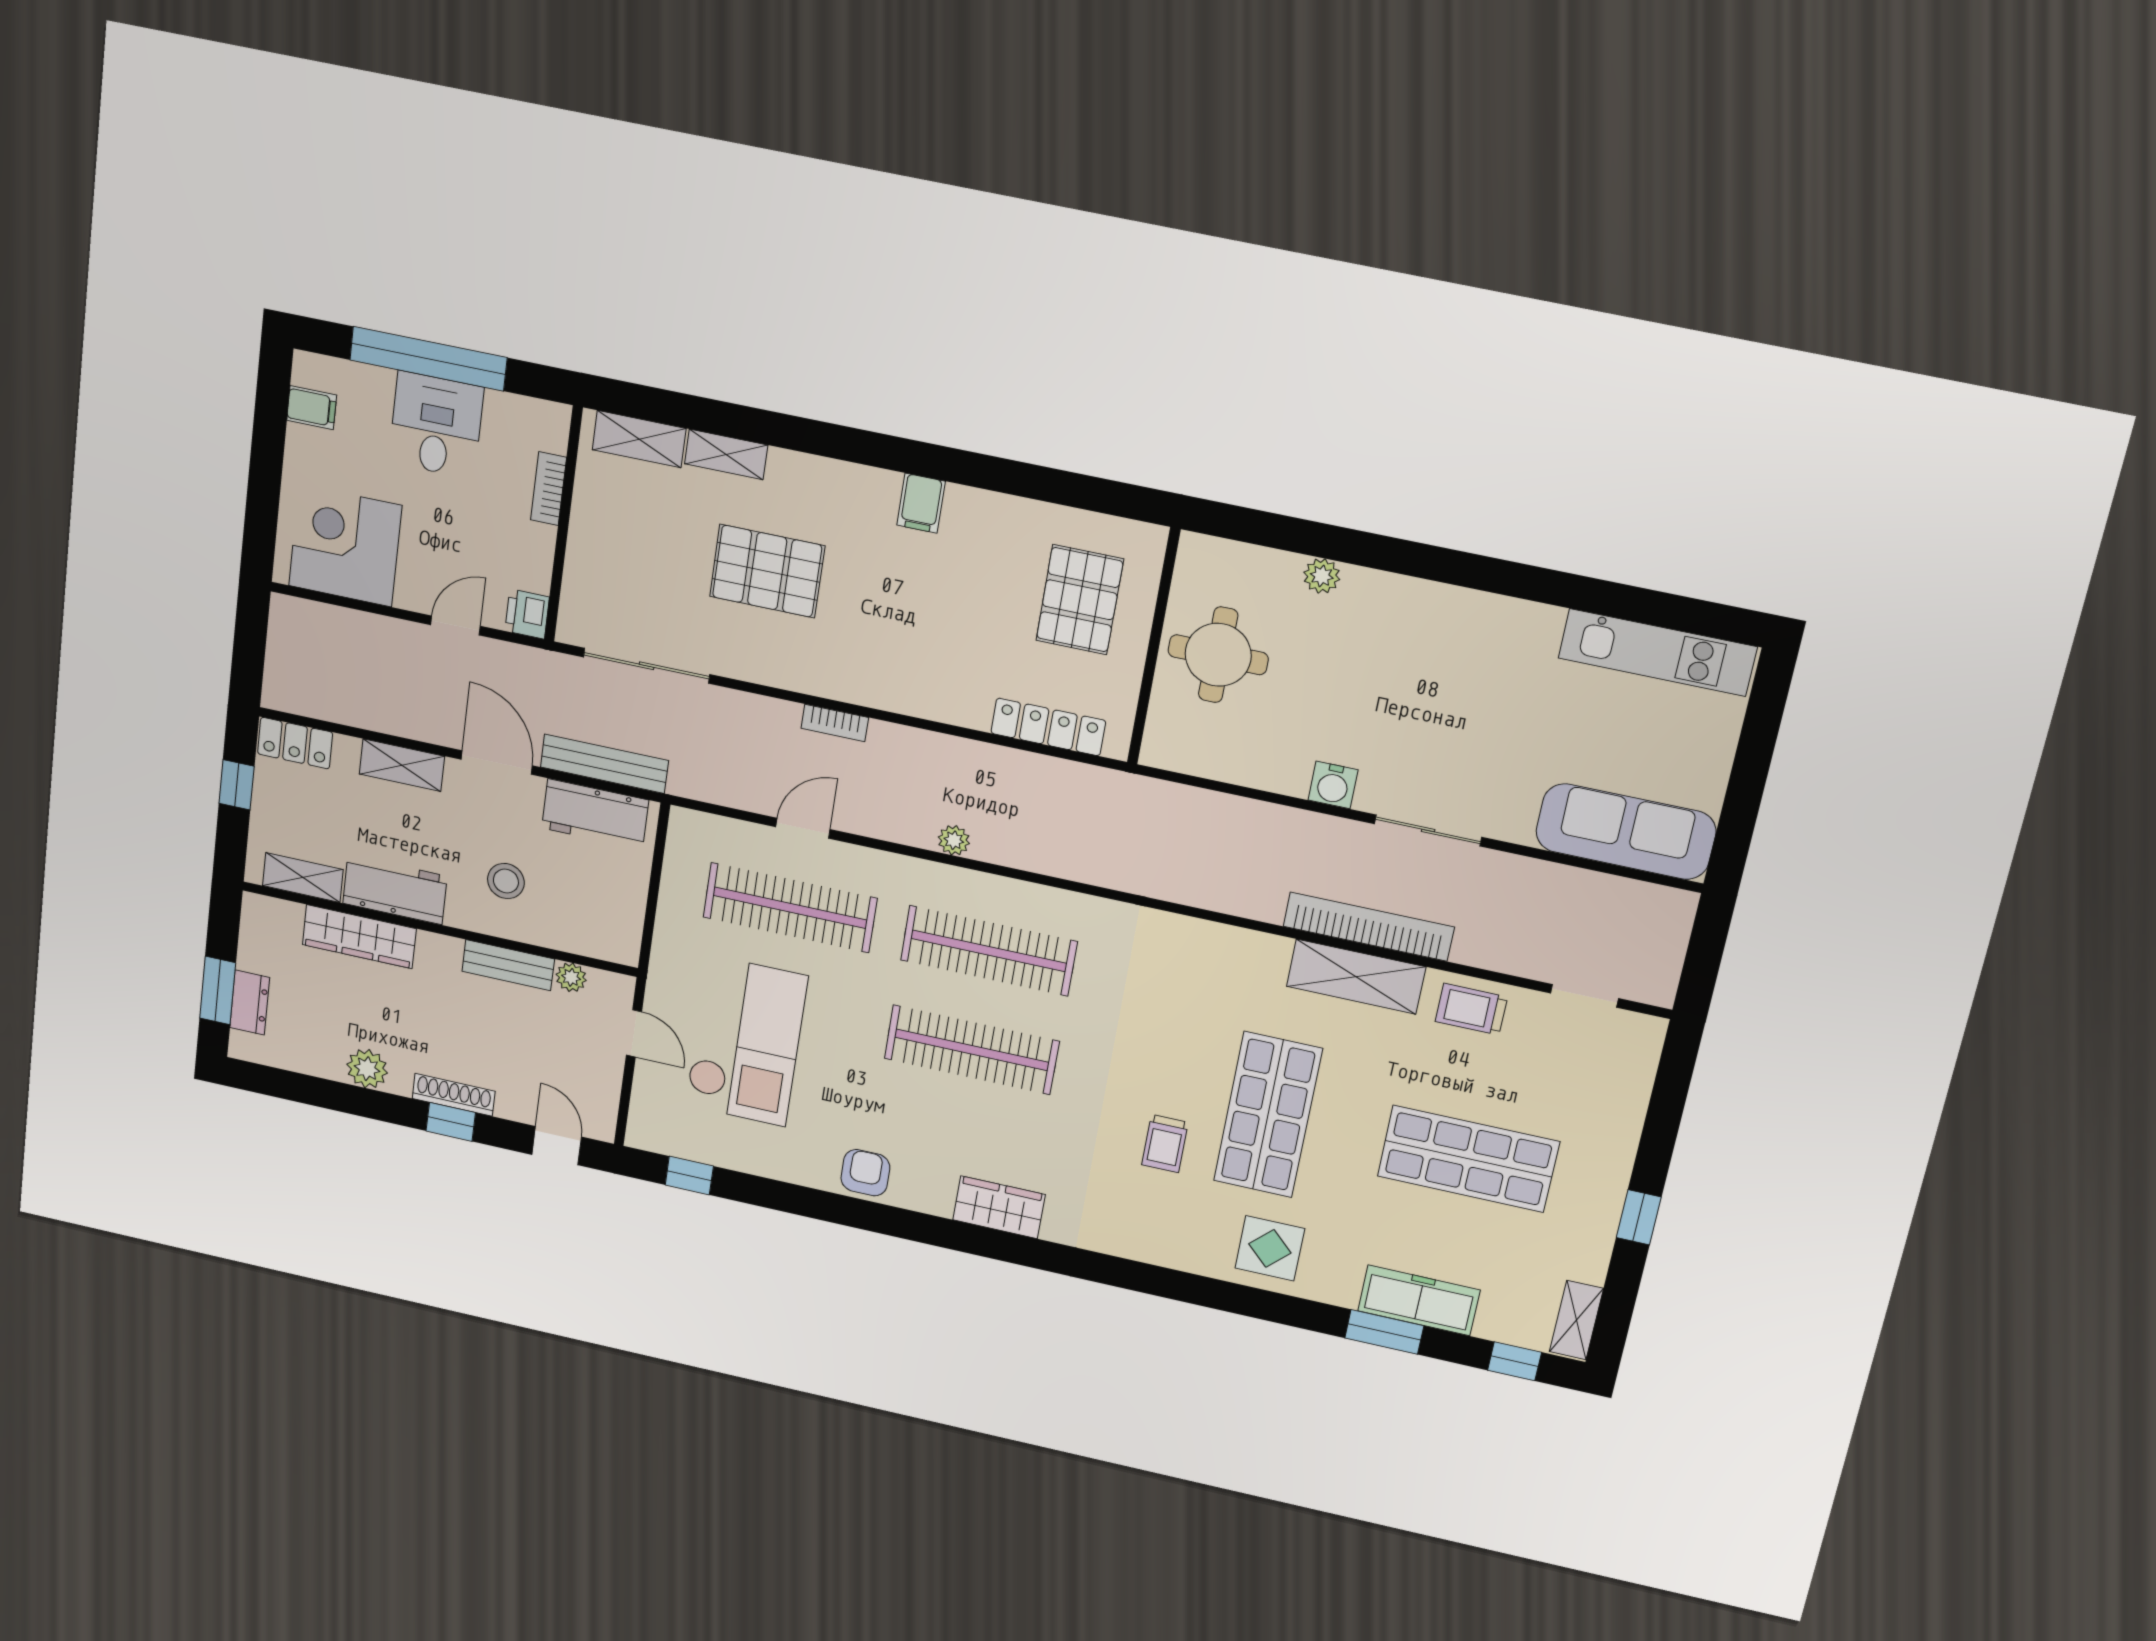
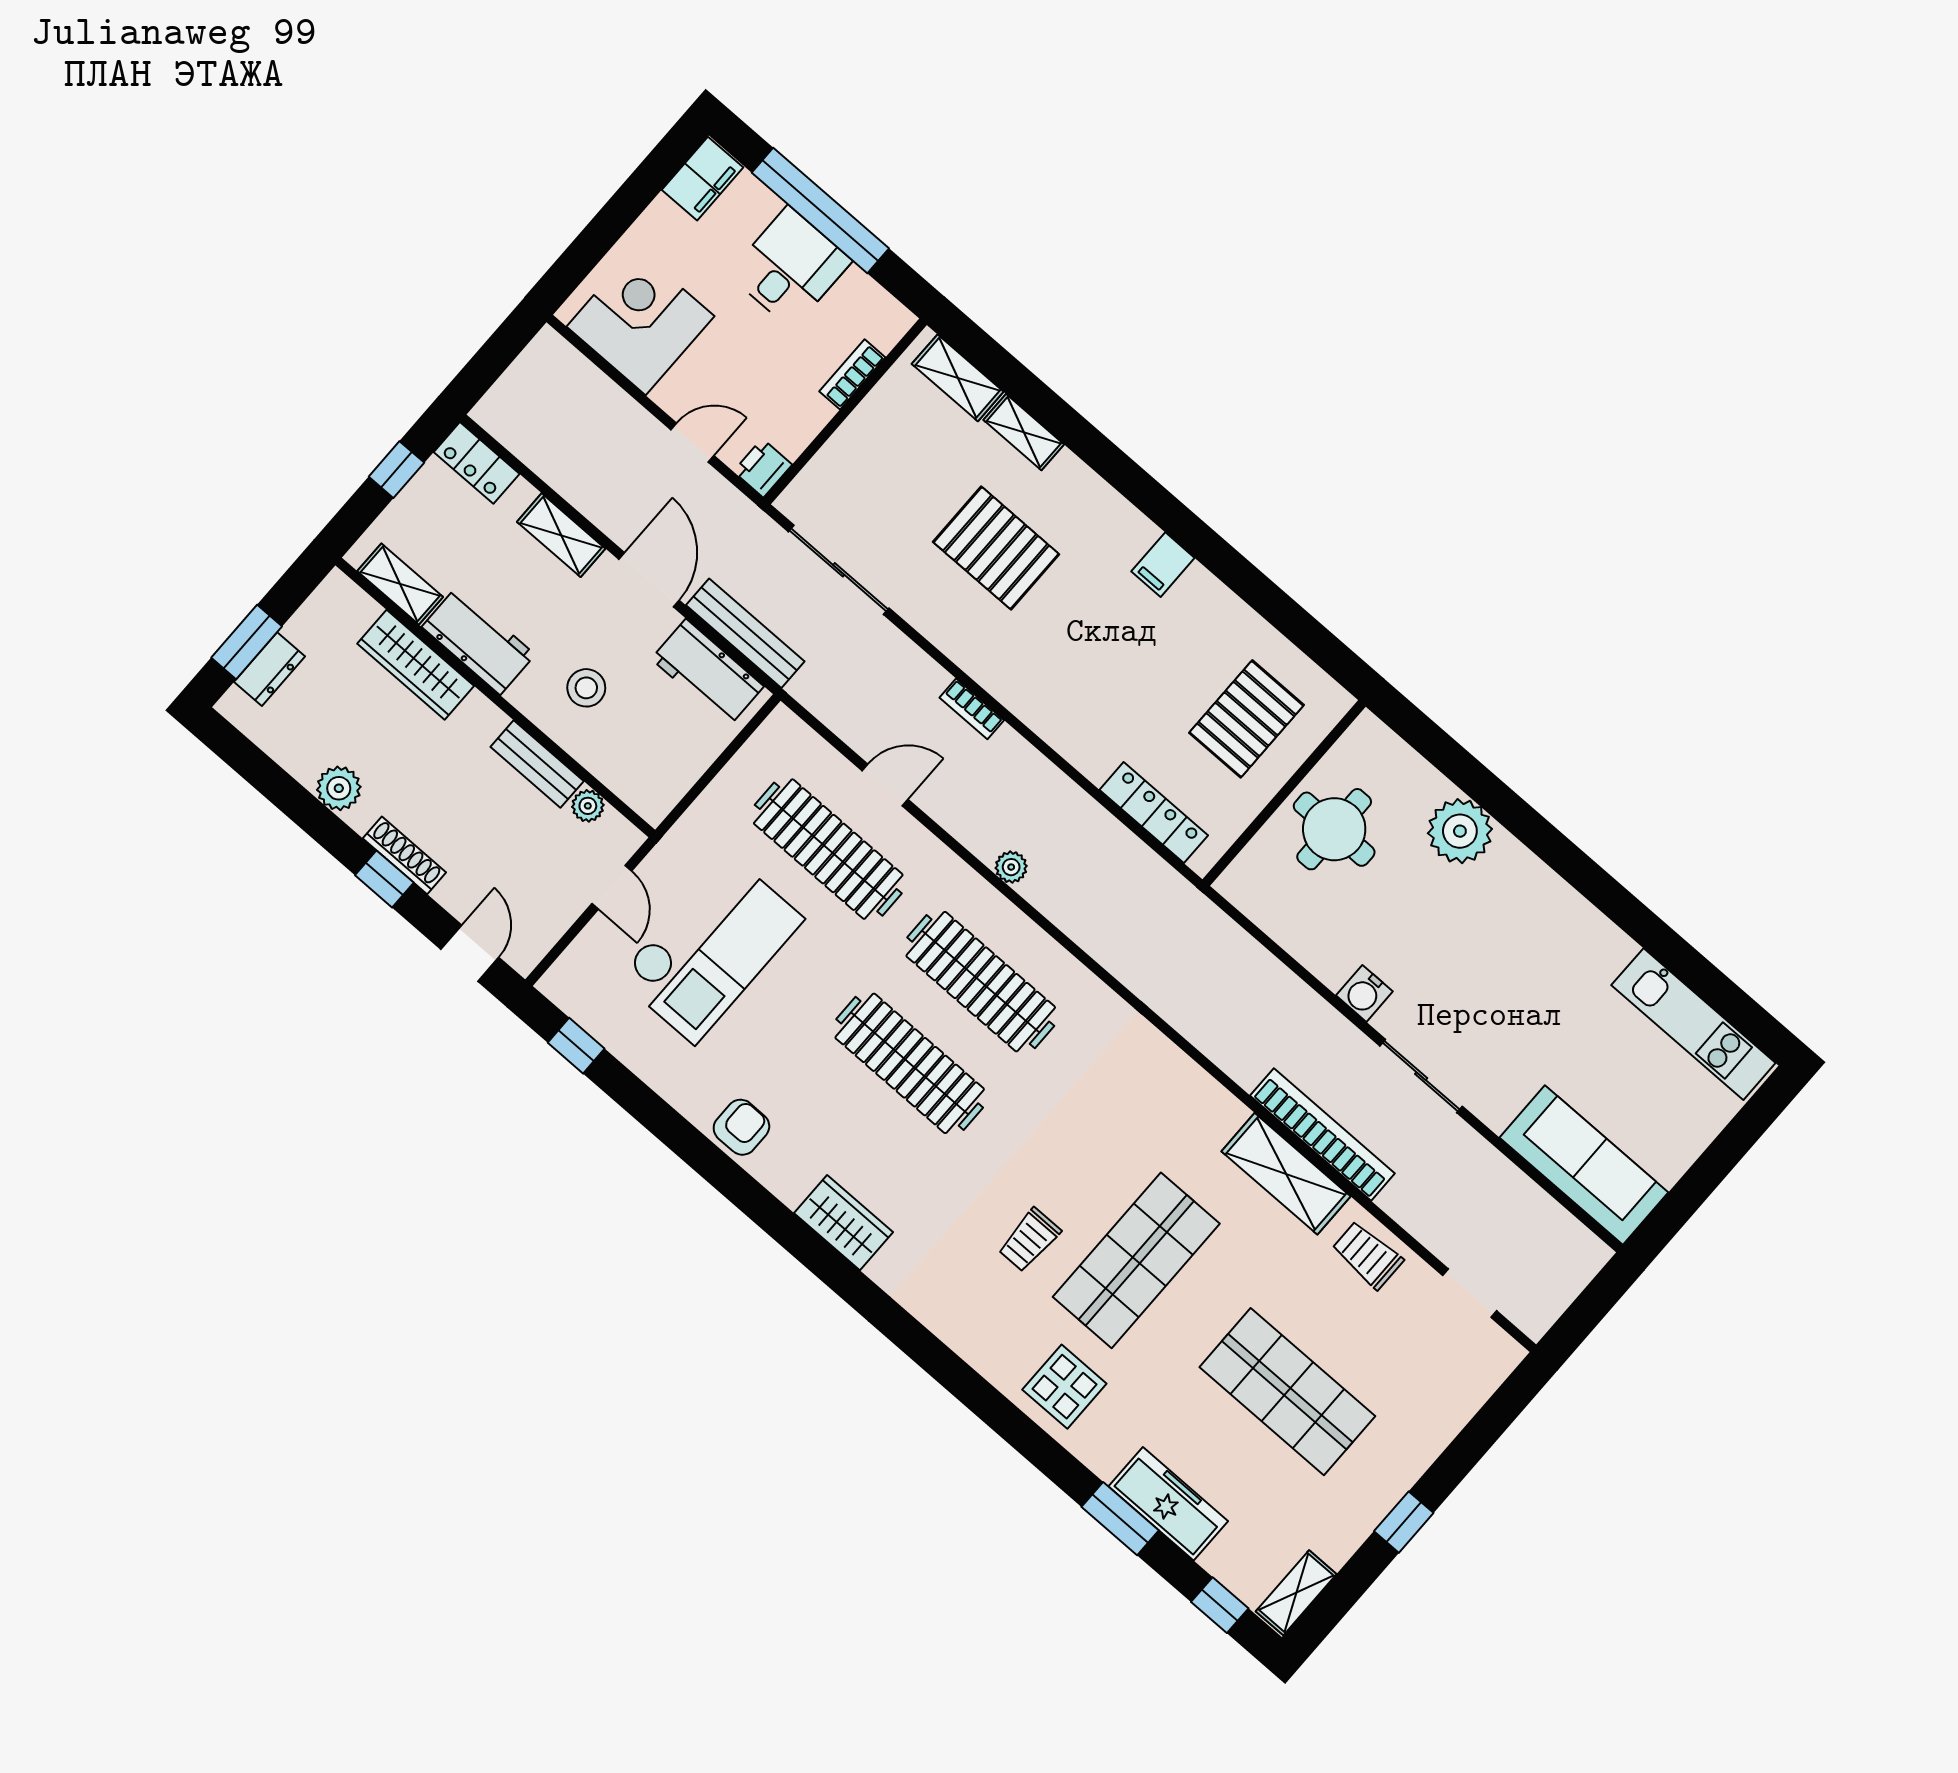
filing cabinet: (312, 408) -> (702, 179), width x2.00
plant: (1322, 576) -> (1460, 831), width x1.88, depth x1.88

